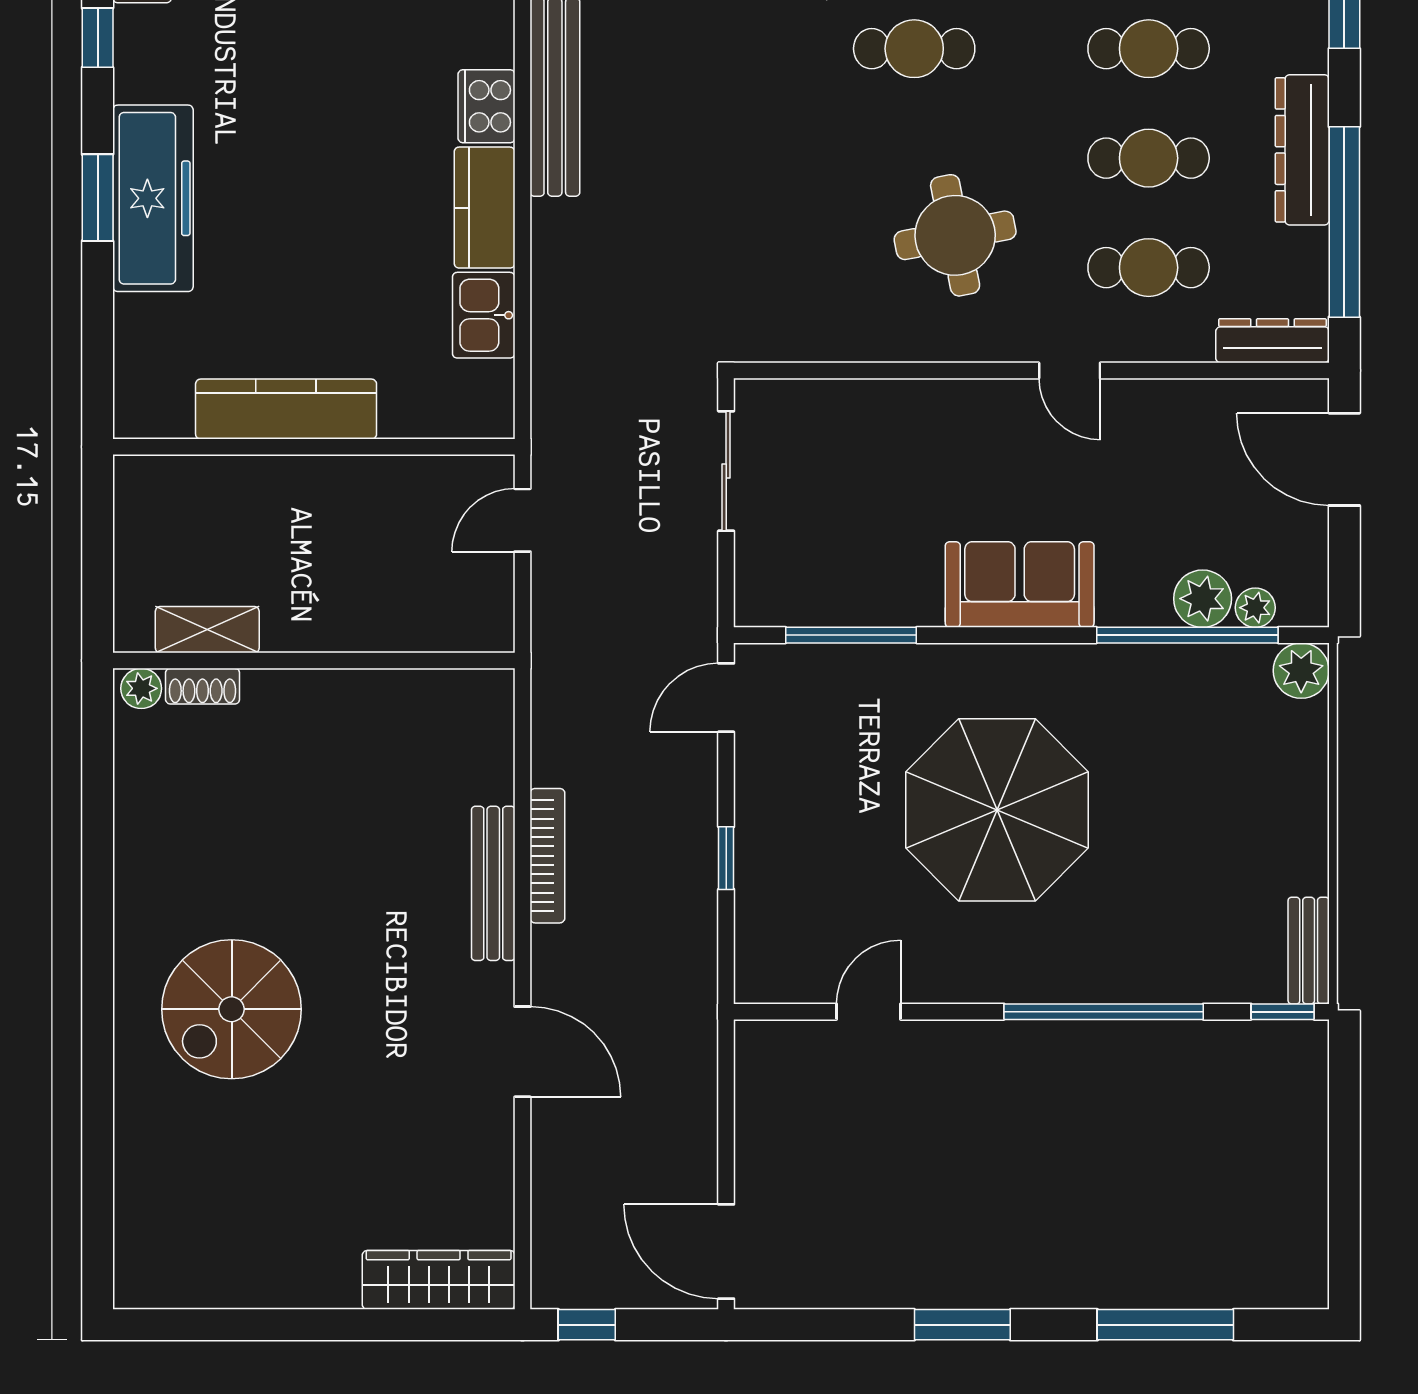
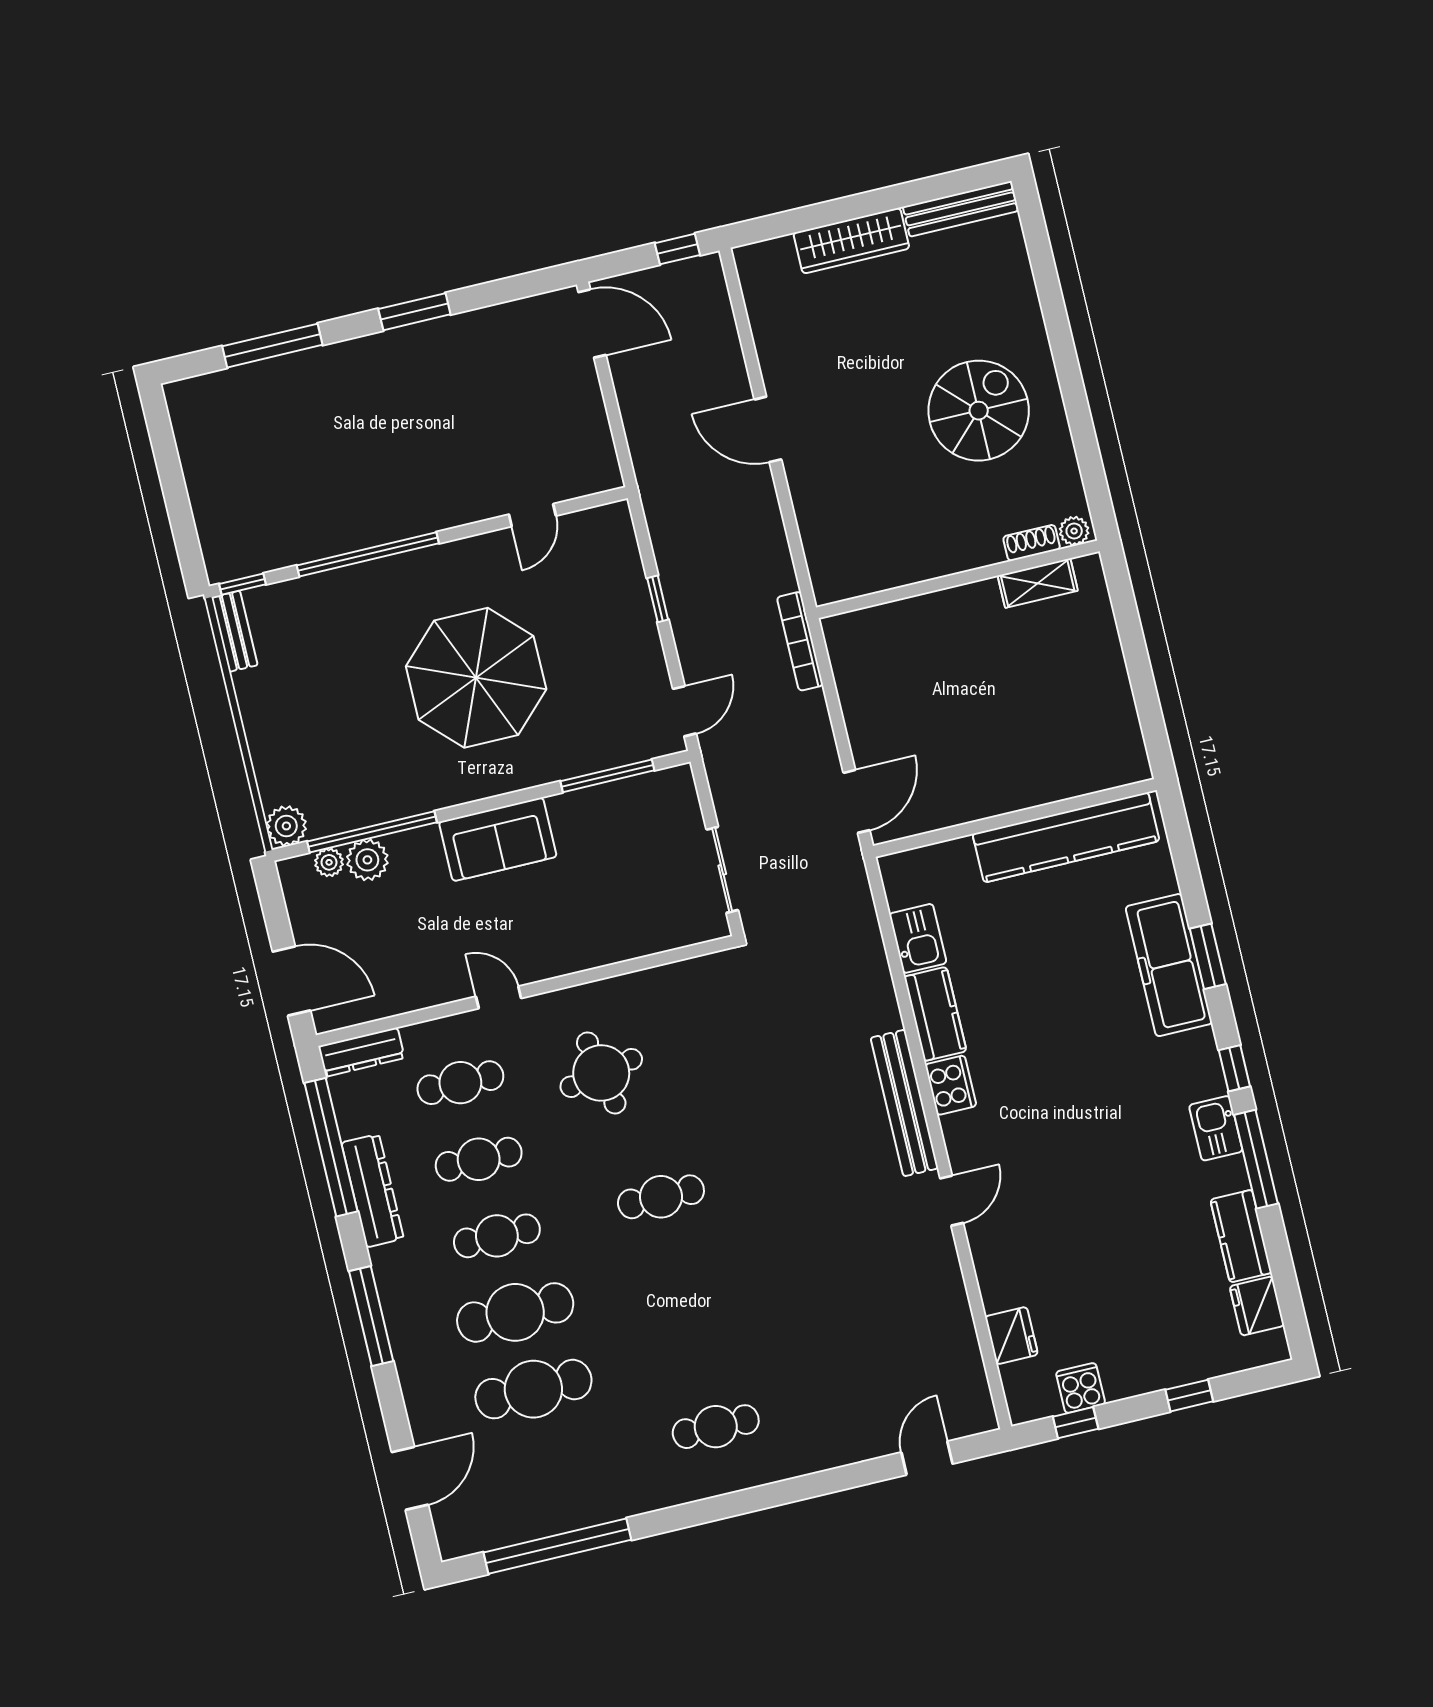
kitchen counter: (286, 409) -> (1066, 837), width x1.39, depth x1.17
door: (523, 520) -> (857, 801), width x1.38
shelving: (207, 630) -> (1038, 583), moved
wall: (314, 661) -> (958, 579), moved
shoe rack: (203, 686) -> (1032, 543), moved
plant: (141, 688) -> (1074, 531), moved
bookcase: (547, 856) -> (800, 641), moved
bench: (493, 883) -> (960, 209), moved, turned 90
wardrobe: (439, 1280) -> (851, 241), moved

